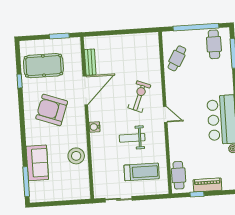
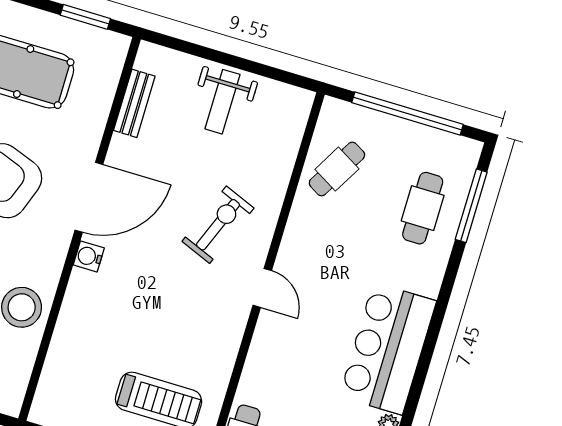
cafe table: (214, 44) -> (423, 208), moved
door: (85, 90) -> (89, 197), moved
weight bench: (132, 138) -> (222, 102), moved, turned -90

